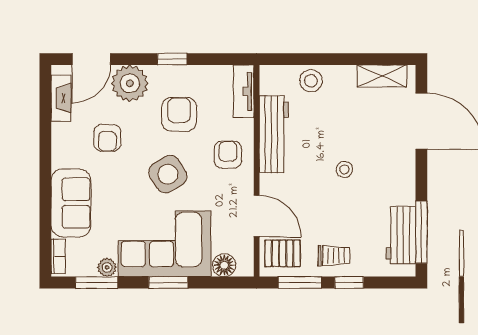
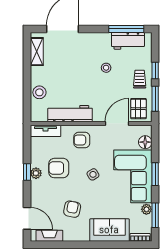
plant: (130, 83) -> (36, 173), moved, width x0.53, depth x0.53
armchair: (107, 138) -> (72, 209), turned -78
stool: (344, 169) -> (106, 68), moved
side table: (168, 174) -> (93, 174), width x0.54, depth x0.54

